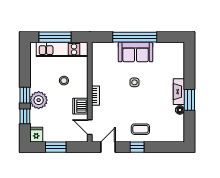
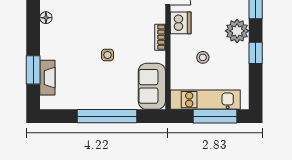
sofa: (136, 52) -> (152, 86), moved, turned -90
fireplace: (179, 92) -> (47, 78), moved
window: (25, 95) -> (256, 53), moved
window: (189, 100) -> (33, 70), moved

